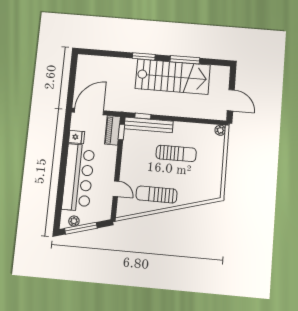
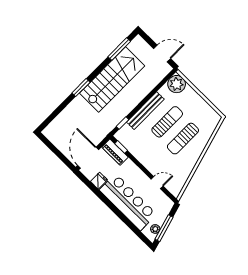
window: (185, 60) -> (119, 49), moved
bench: (149, 125) -> (145, 111), moved
plant: (220, 130) -> (177, 84), width x1.88, depth x1.88
sun lounger: (157, 195) -> (183, 139), moved

